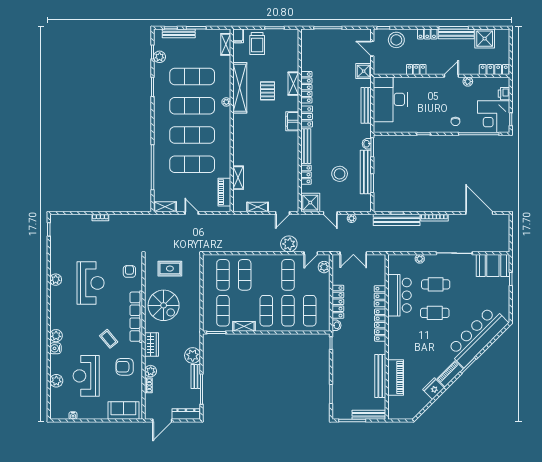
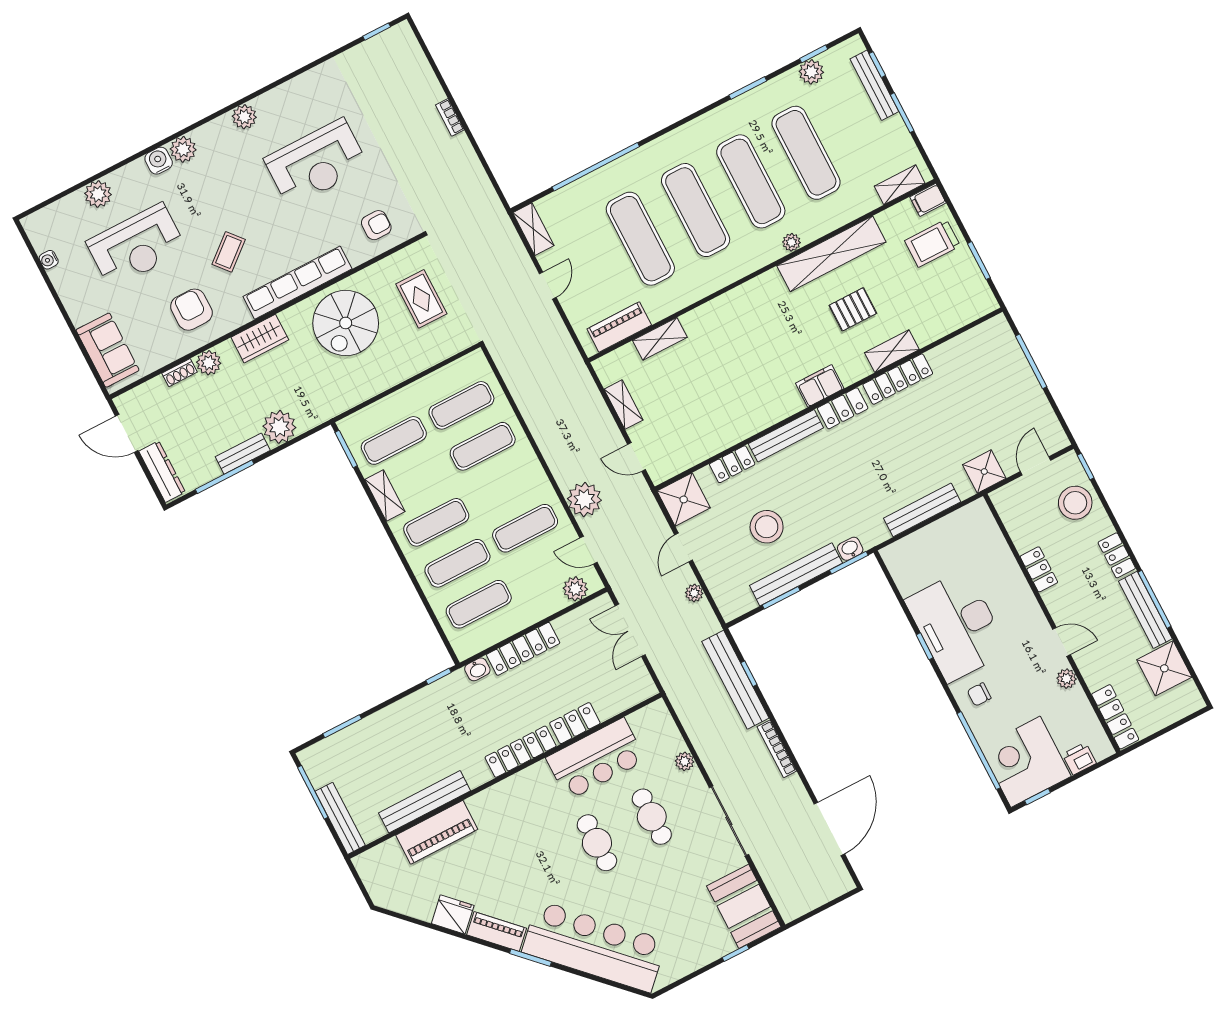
desk: (390, 99) -> (957, 626), moved, turned -90
plant: (56, 280) -> (244, 117), moved
reception desk: (86, 376) -> (137, 246), turned 180

